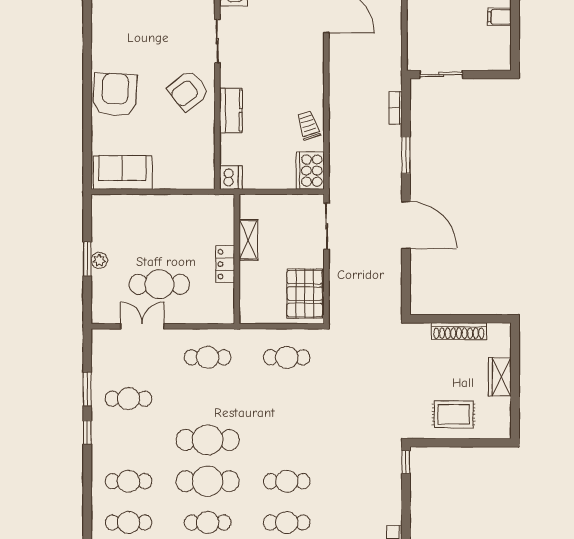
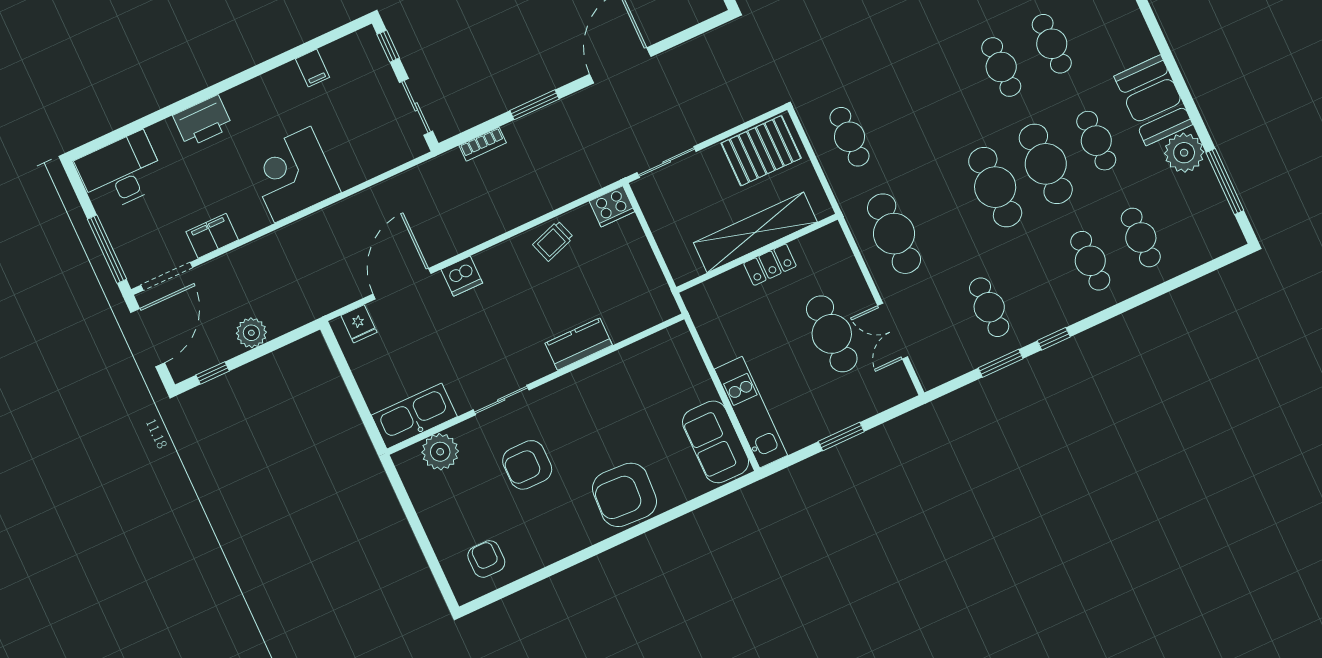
window: (491, 75) -> (388, 46), added
armchair: (188, 91) -> (527, 465), moved, turned 128
cooker: (310, 171) -> (612, 206), width x0.73, depth x0.76
dishwasher: (231, 178) -> (462, 276), moved, turned 180
kitchen unit: (132, 206) -> (751, 412), added
shelving: (248, 240) -> (755, 232), width x2.20, depth x1.33
plant: (99, 260) -> (836, 421), removed
cafe table: (208, 357) -> (894, 234), width x1.37, depth x1.35

